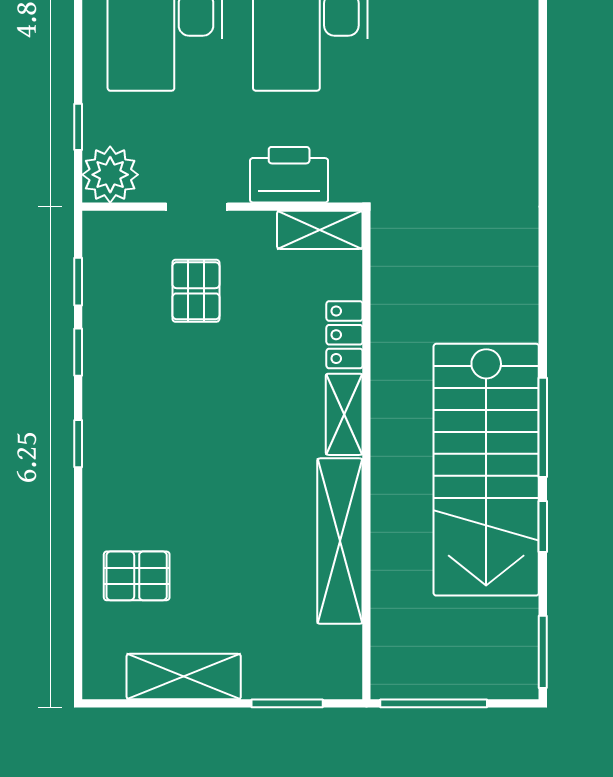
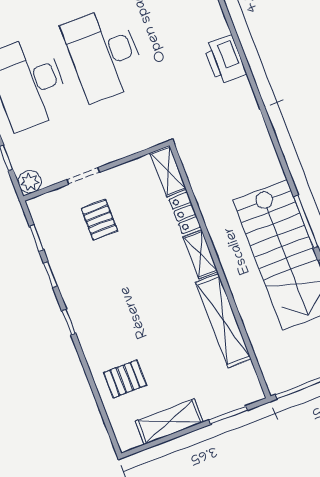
plant: (110, 175) -> (30, 182), width x0.73, depth x0.73
printer: (289, 175) -> (225, 60), moved, turned -90
shelving: (320, 230) -> (168, 171), moved, turned 90

